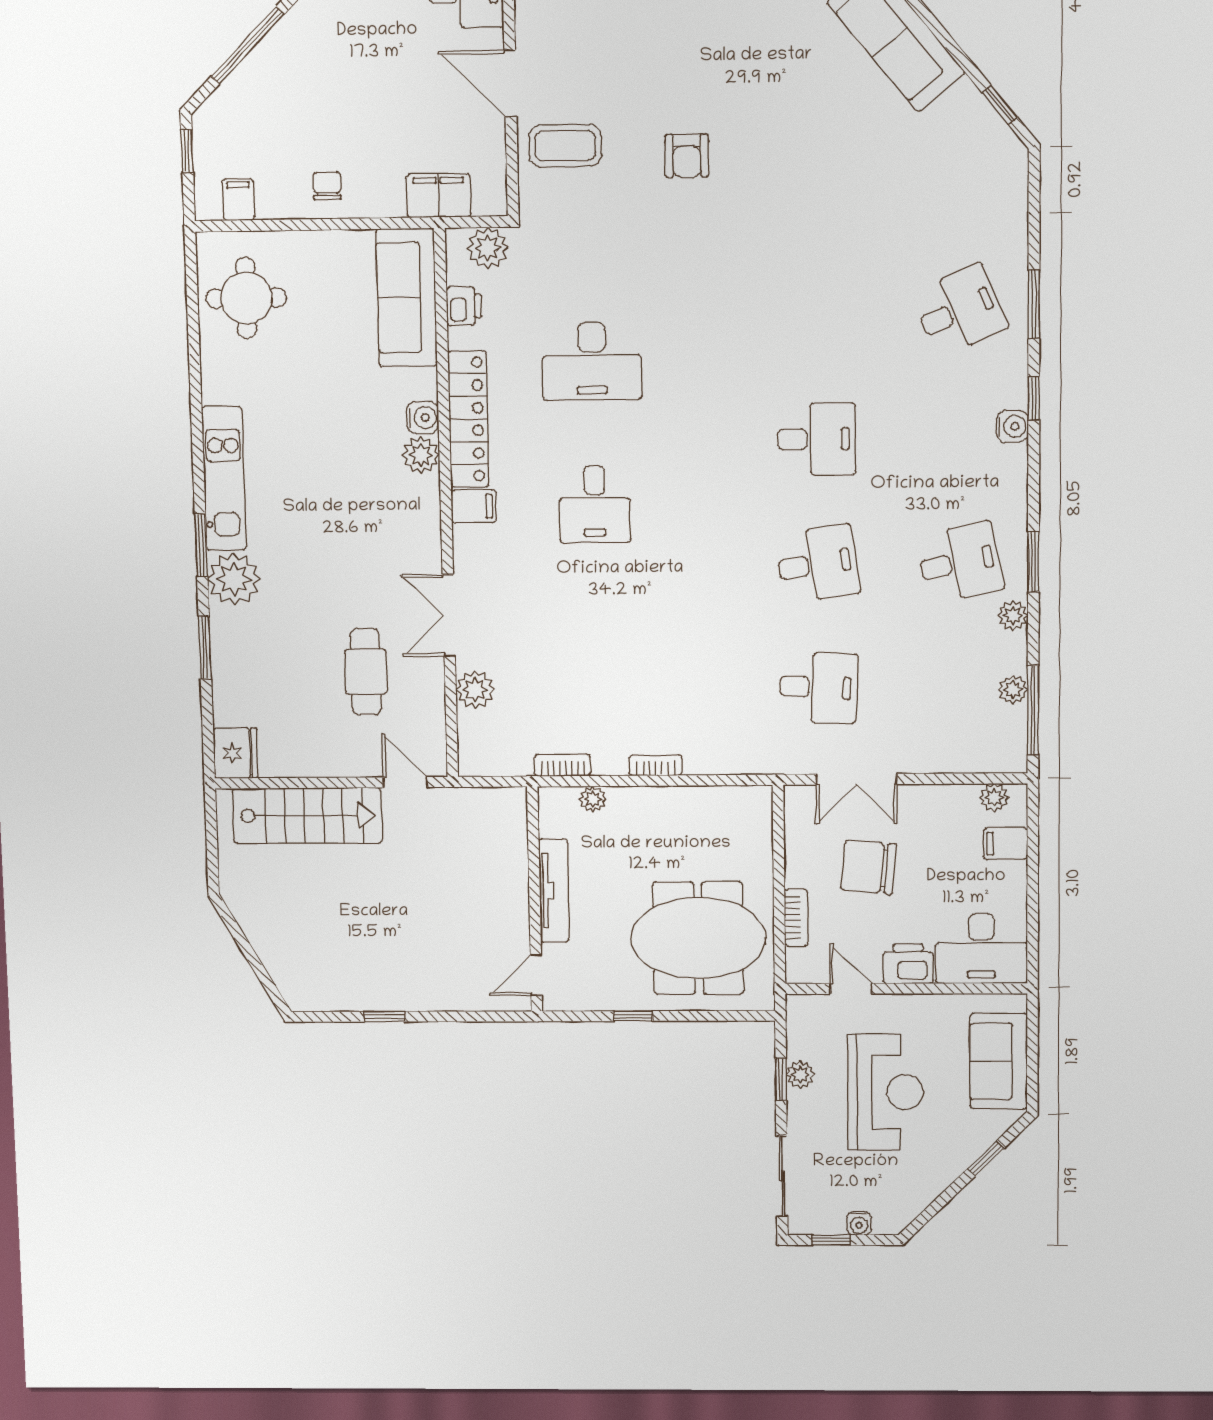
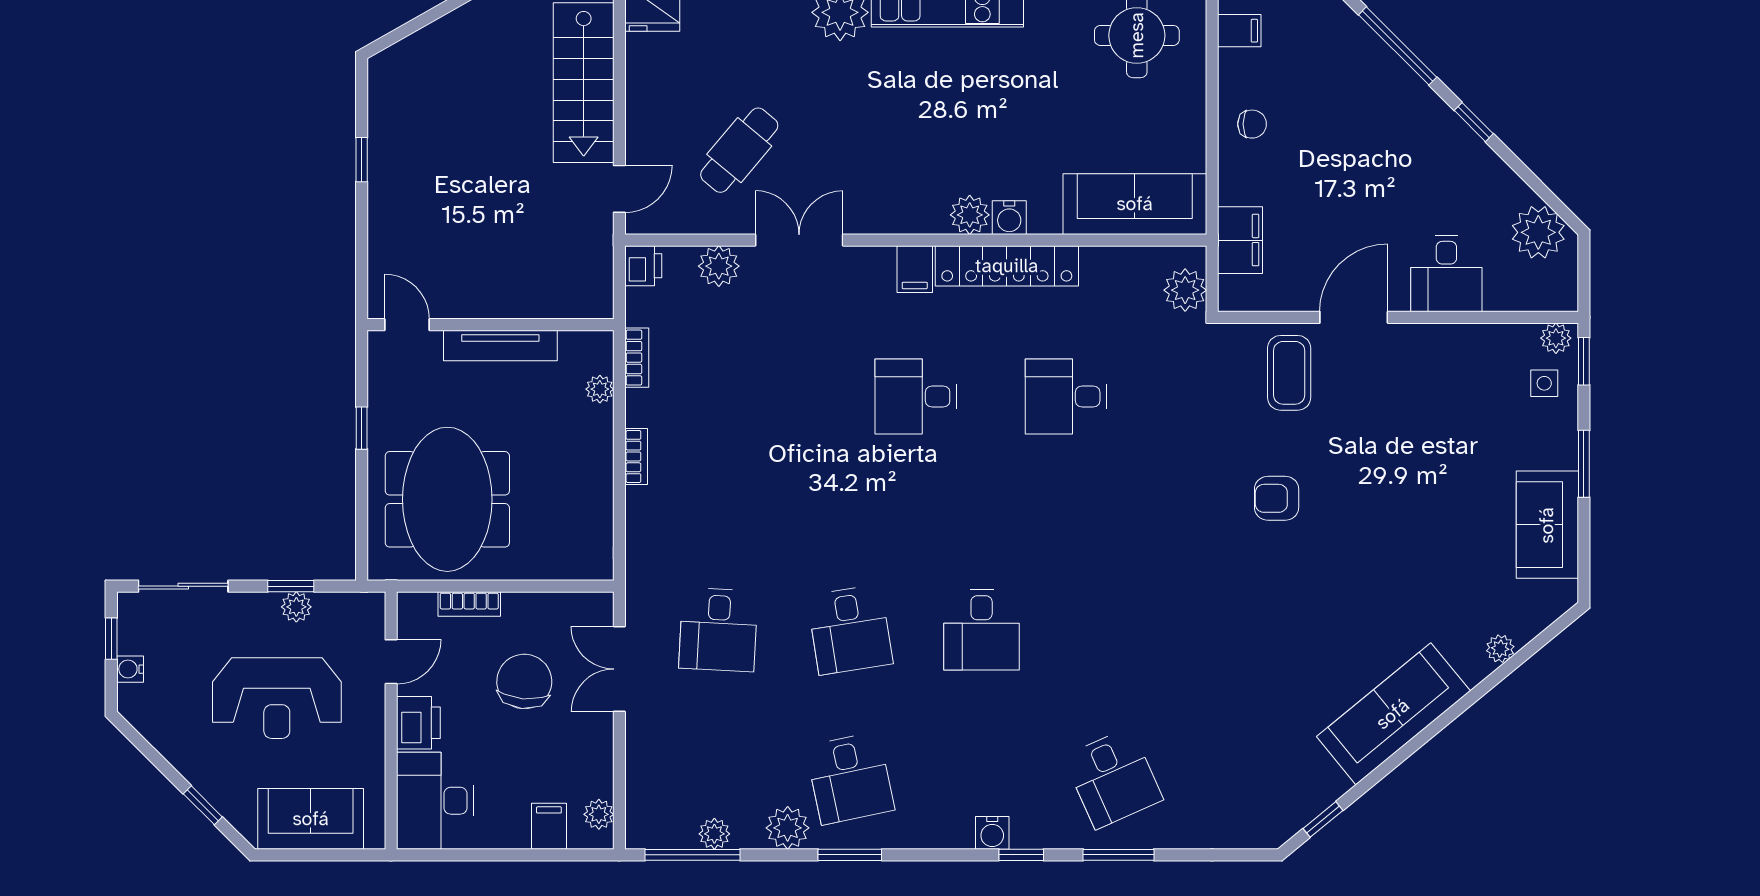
printer: (464, 306) -> (643, 266), moved, turned -90
desk: (592, 361) -> (1066, 397), width x0.73
plant: (1013, 615) -> (788, 828), width x1.38, depth x1.38
cafe table: (366, 672) -> (739, 150), turned -50

